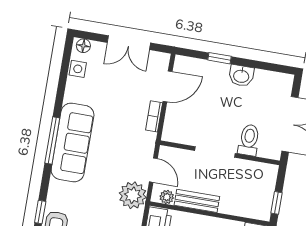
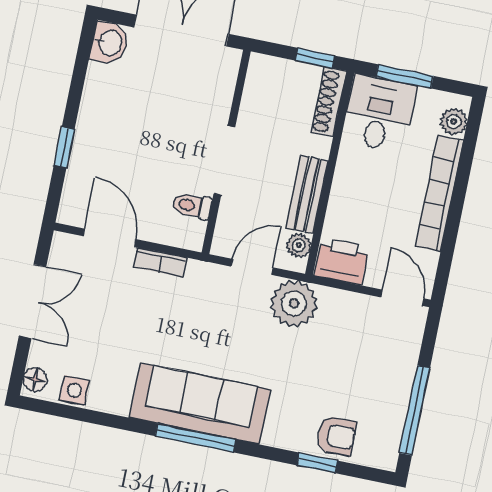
washbasin: (241, 76) -> (109, 43), moved
toilet: (249, 140) -> (192, 206), moved, width x0.73, depth x0.72
shoe rack: (251, 212) -> (329, 102), added

